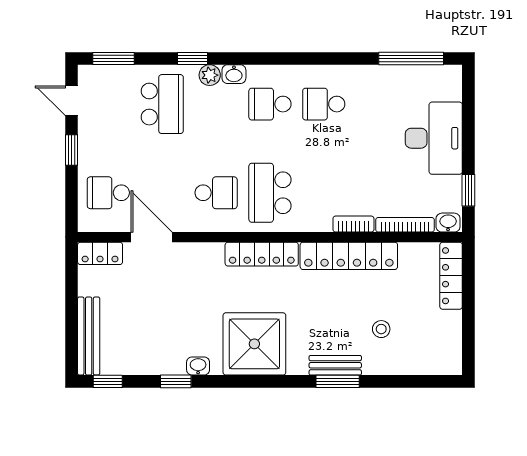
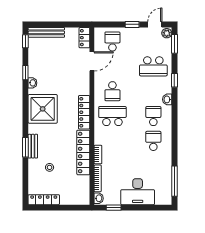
plant: (210, 75) -> (167, 33), moved
locker: (451, 276) -> (44, 200), moved

